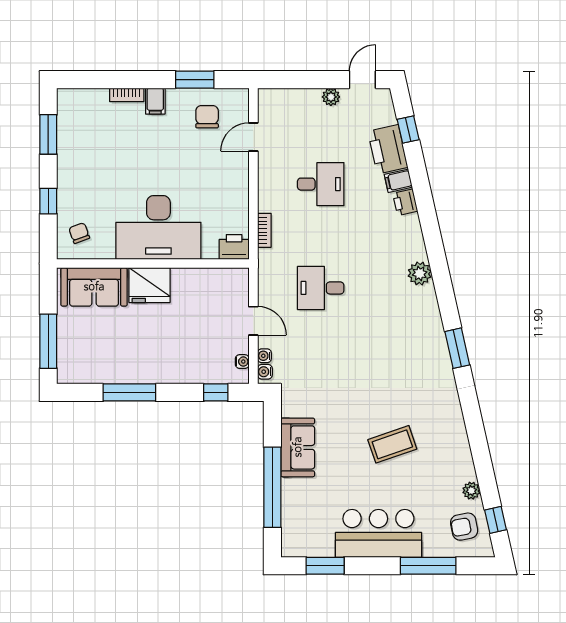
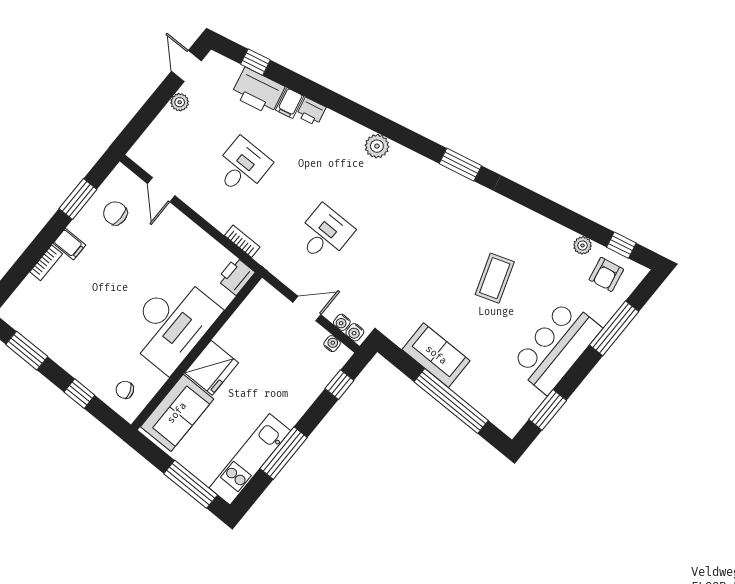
desk: (321, 288) -> (324, 234), turned 180
kitchen unit: (104, 371) -> (250, 459), added

